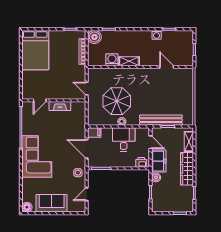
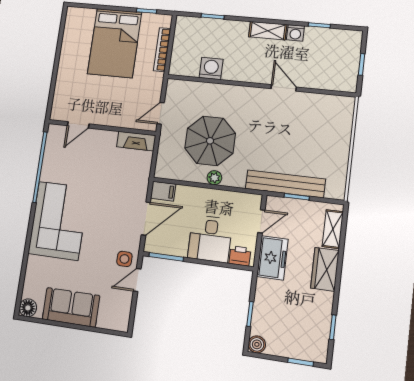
boiler: (94, 37) -> (186, 27), removed
bed: (35, 50) -> (115, 43), moved
shelving: (129, 61) -> (268, 31), moved
door: (167, 67) -> (284, 88), moved
door: (87, 89) -> (161, 113), hinge flipped
fireplace: (60, 106) -> (136, 141), moved
desk: (124, 140) -> (210, 239), moved, turned 180
door: (150, 142) -> (261, 221), hinge flipped
door: (87, 149) -> (146, 219), swing flipped
wardrobe: (187, 169) -> (325, 269), width x0.67
boiler: (156, 177) -> (257, 344), moved
door: (87, 194) -> (137, 280), moved

